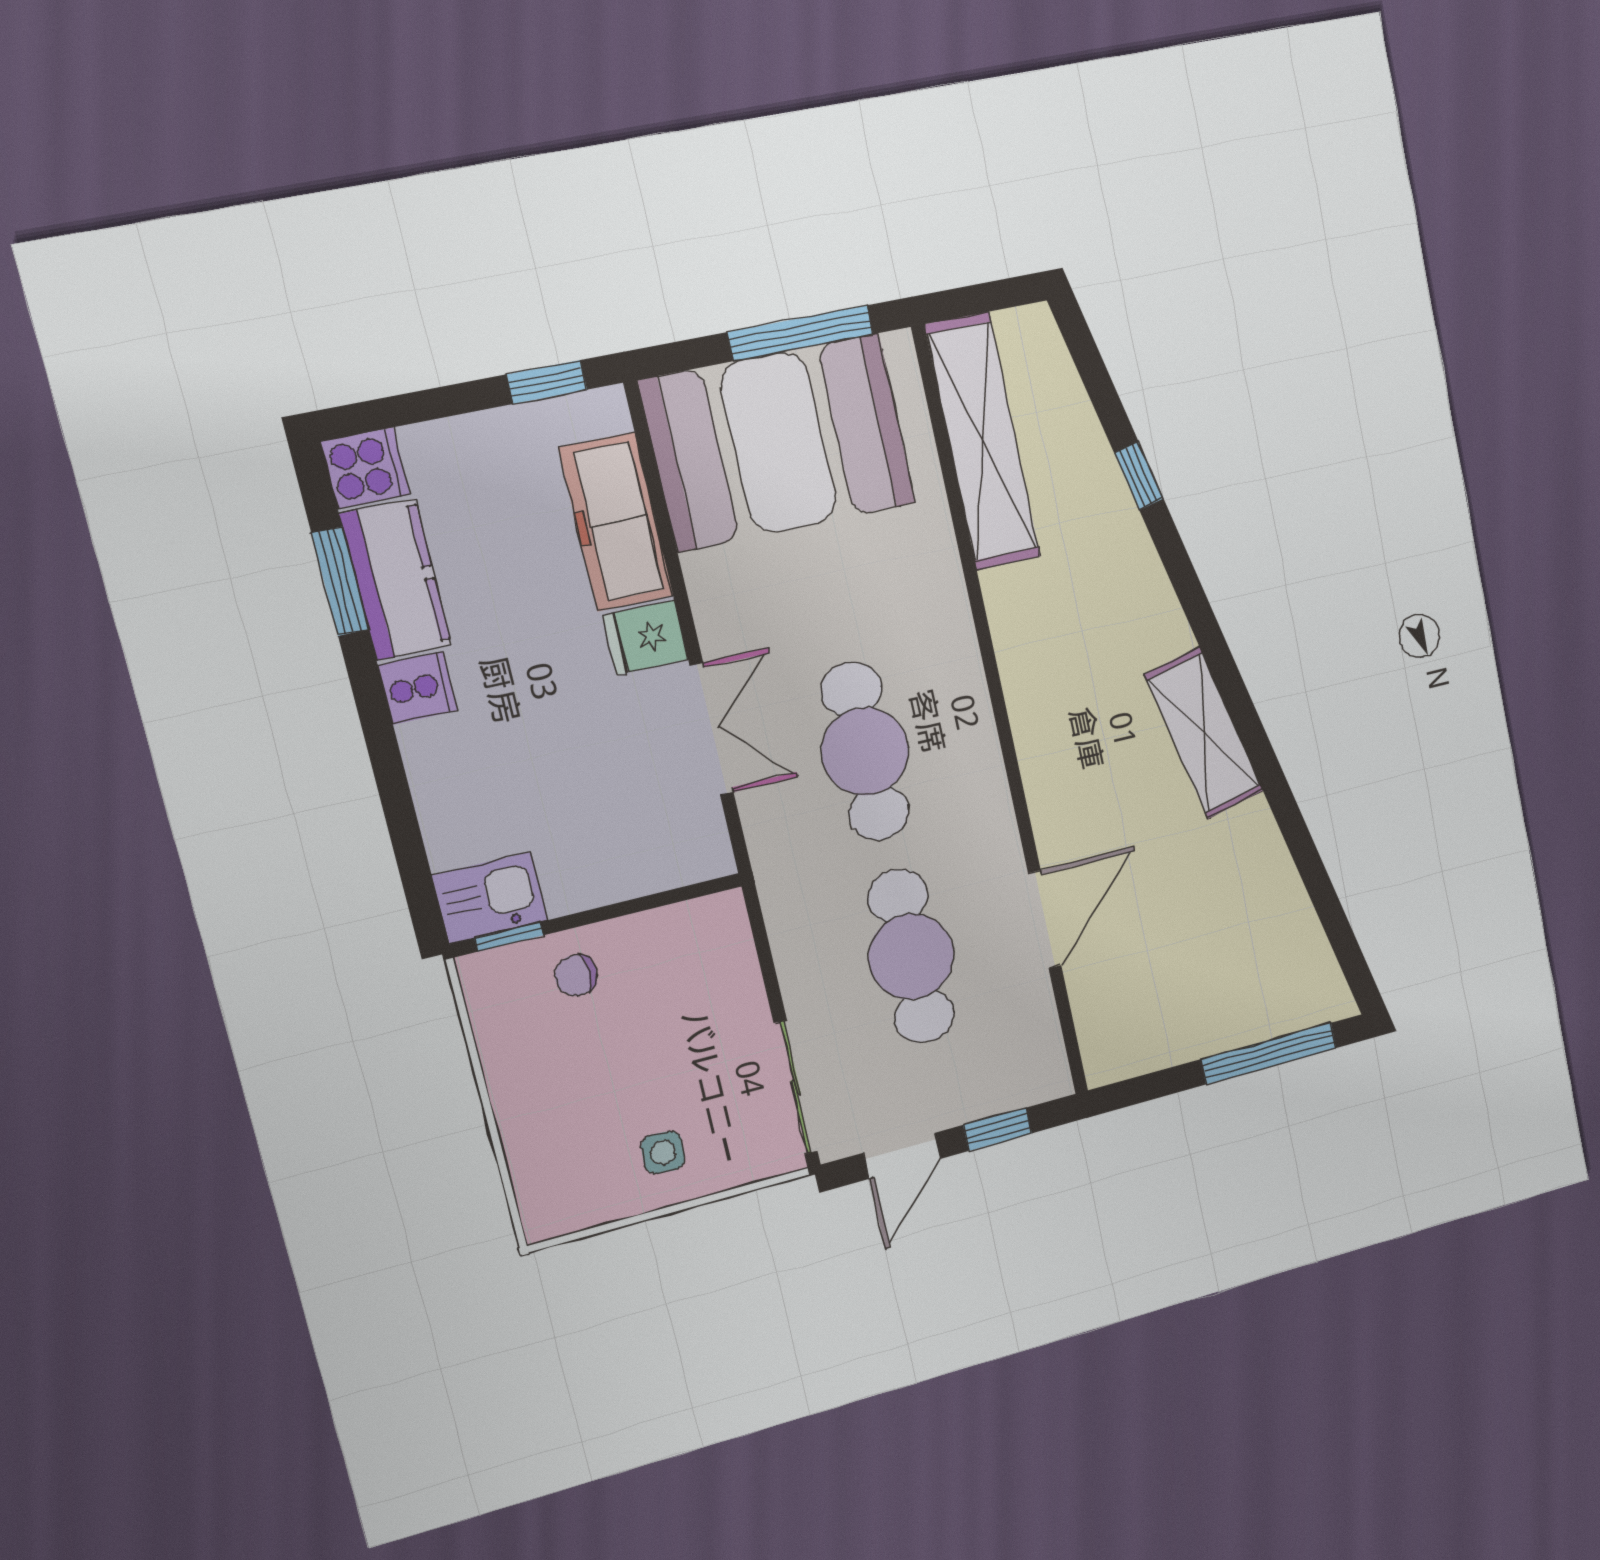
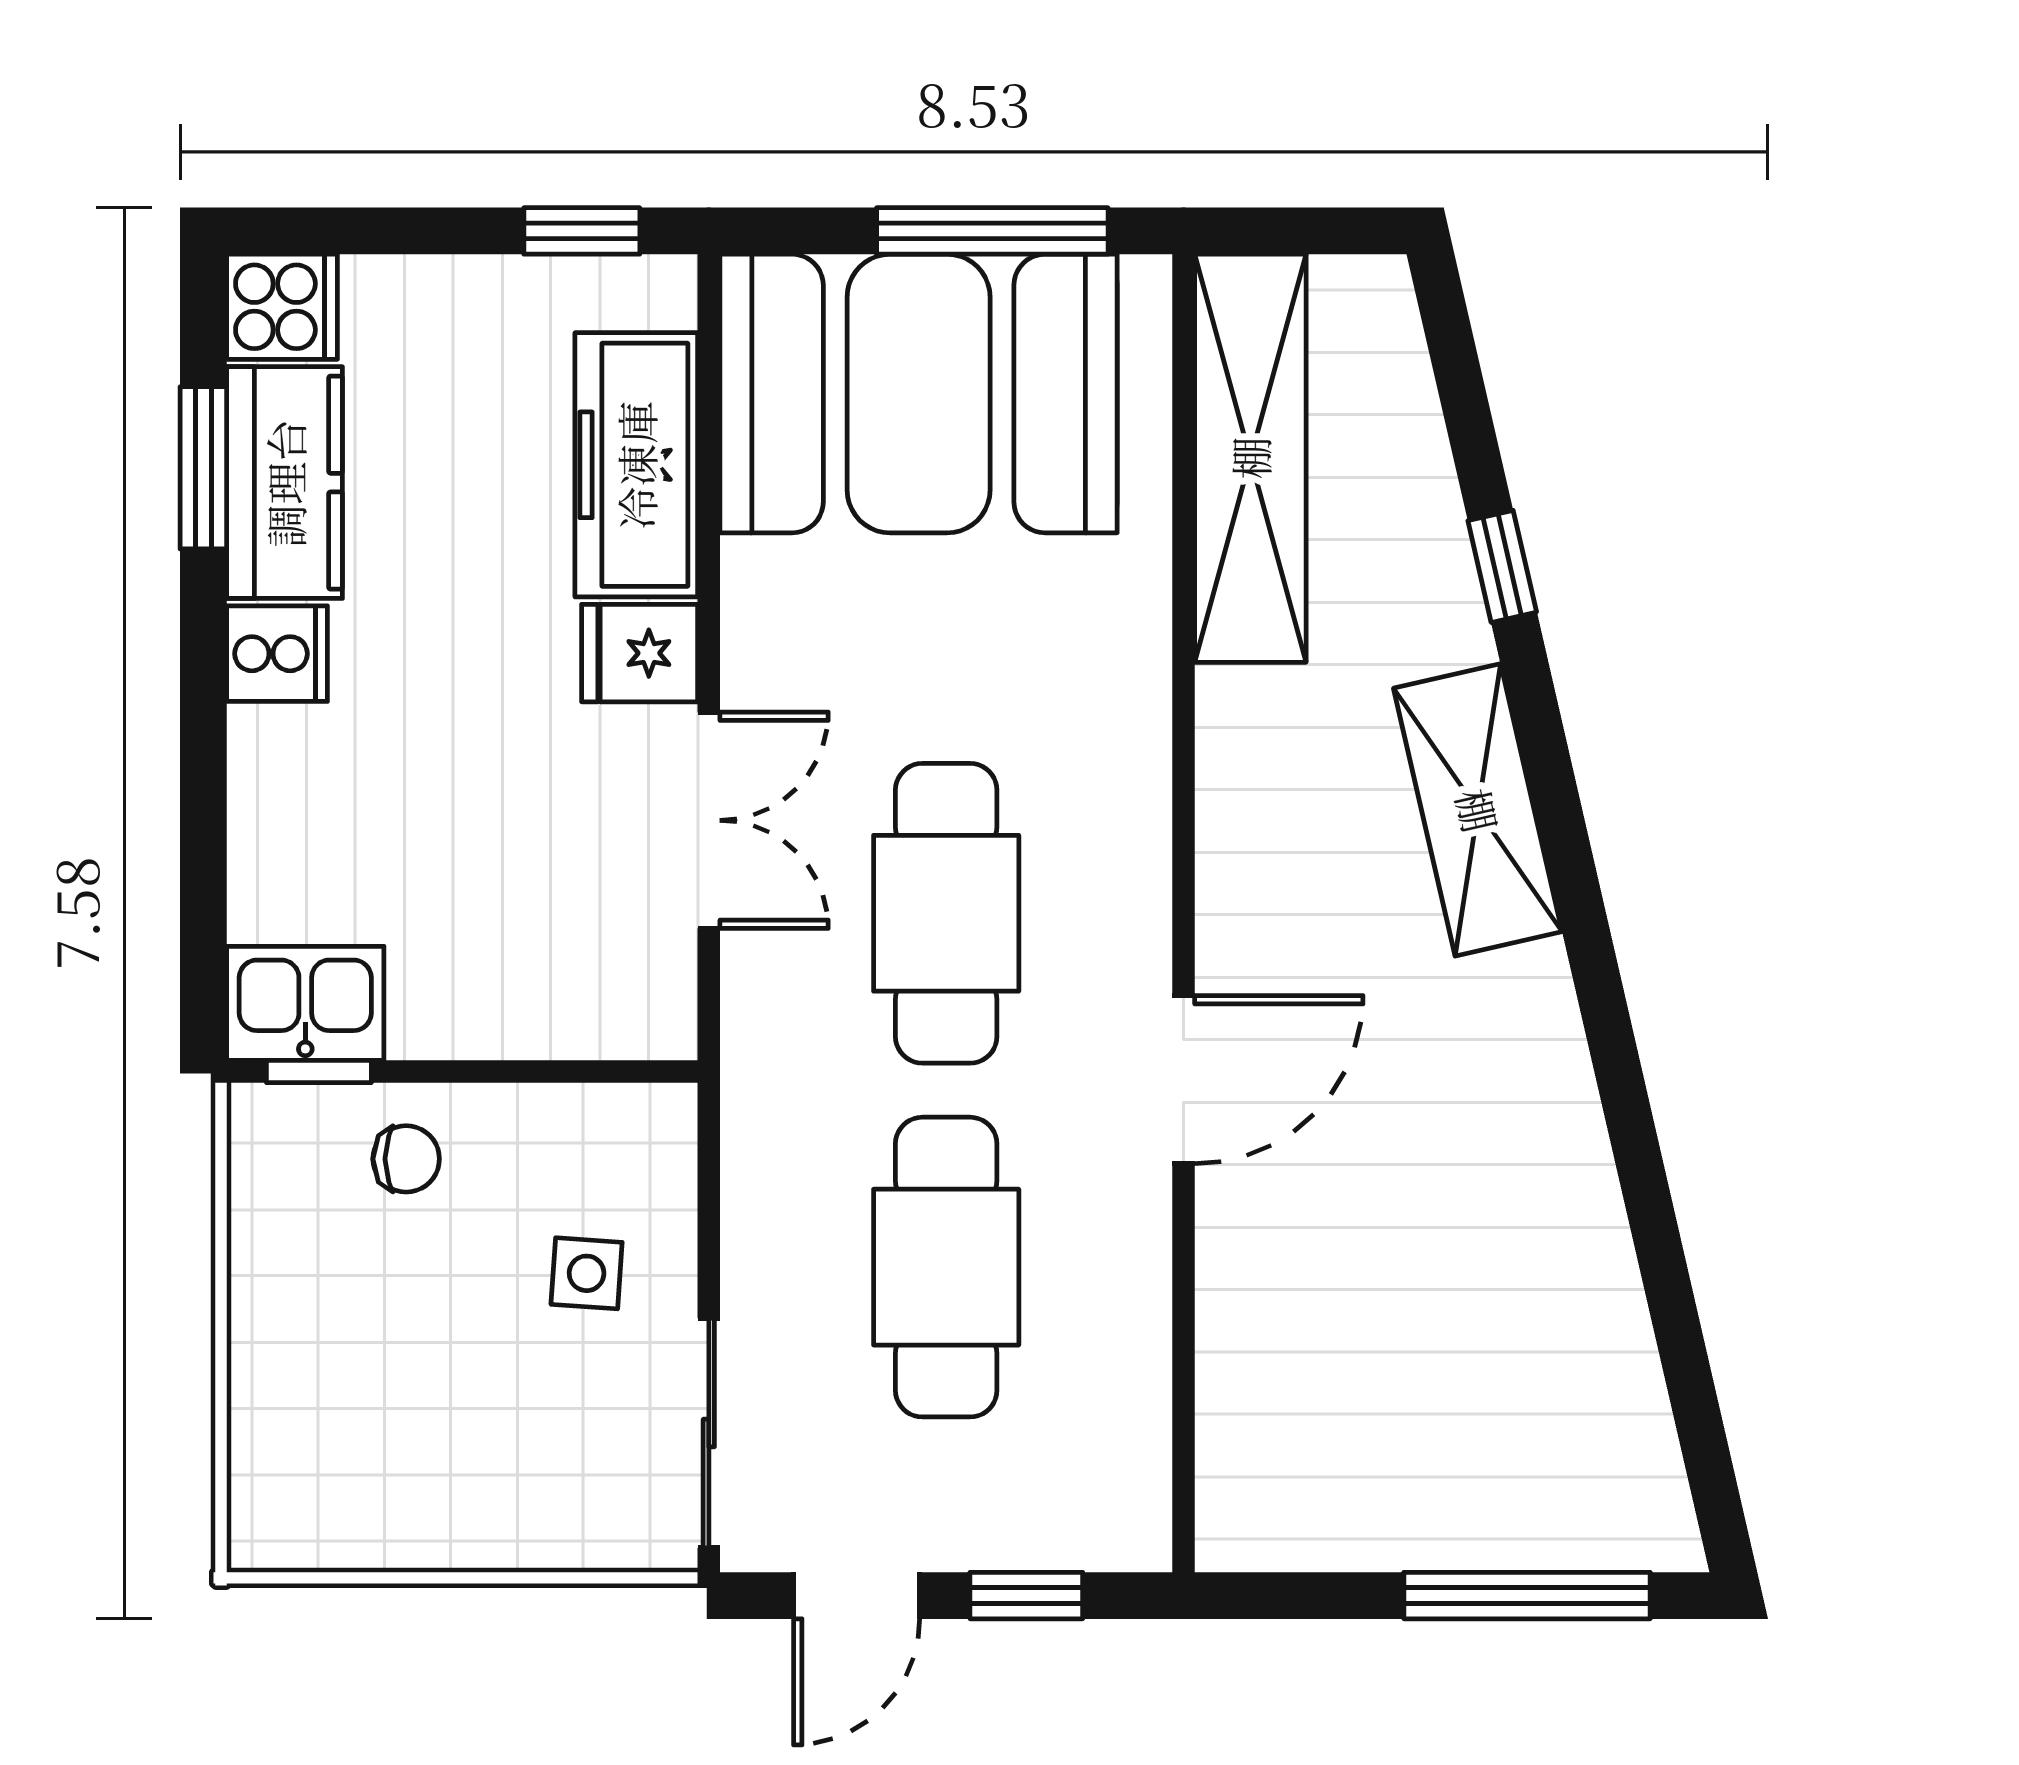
shelving: (1204, 733) -> (1478, 810), moved
door: (1045, 919) -> (1184, 1080), moved
chair: (576, 975) -> (406, 1159), turned 180
side table: (663, 1152) -> (587, 1273), moved

